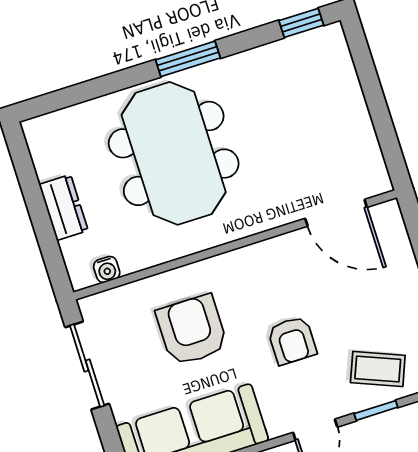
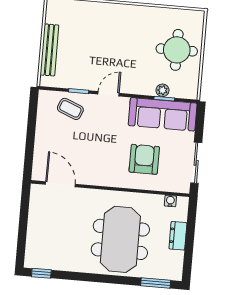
window: (188, 59) -> (156, 283), moved
armchair: (192, 330) -> (144, 159), turned 180
armchair: (292, 341) -> (103, 137), removed

